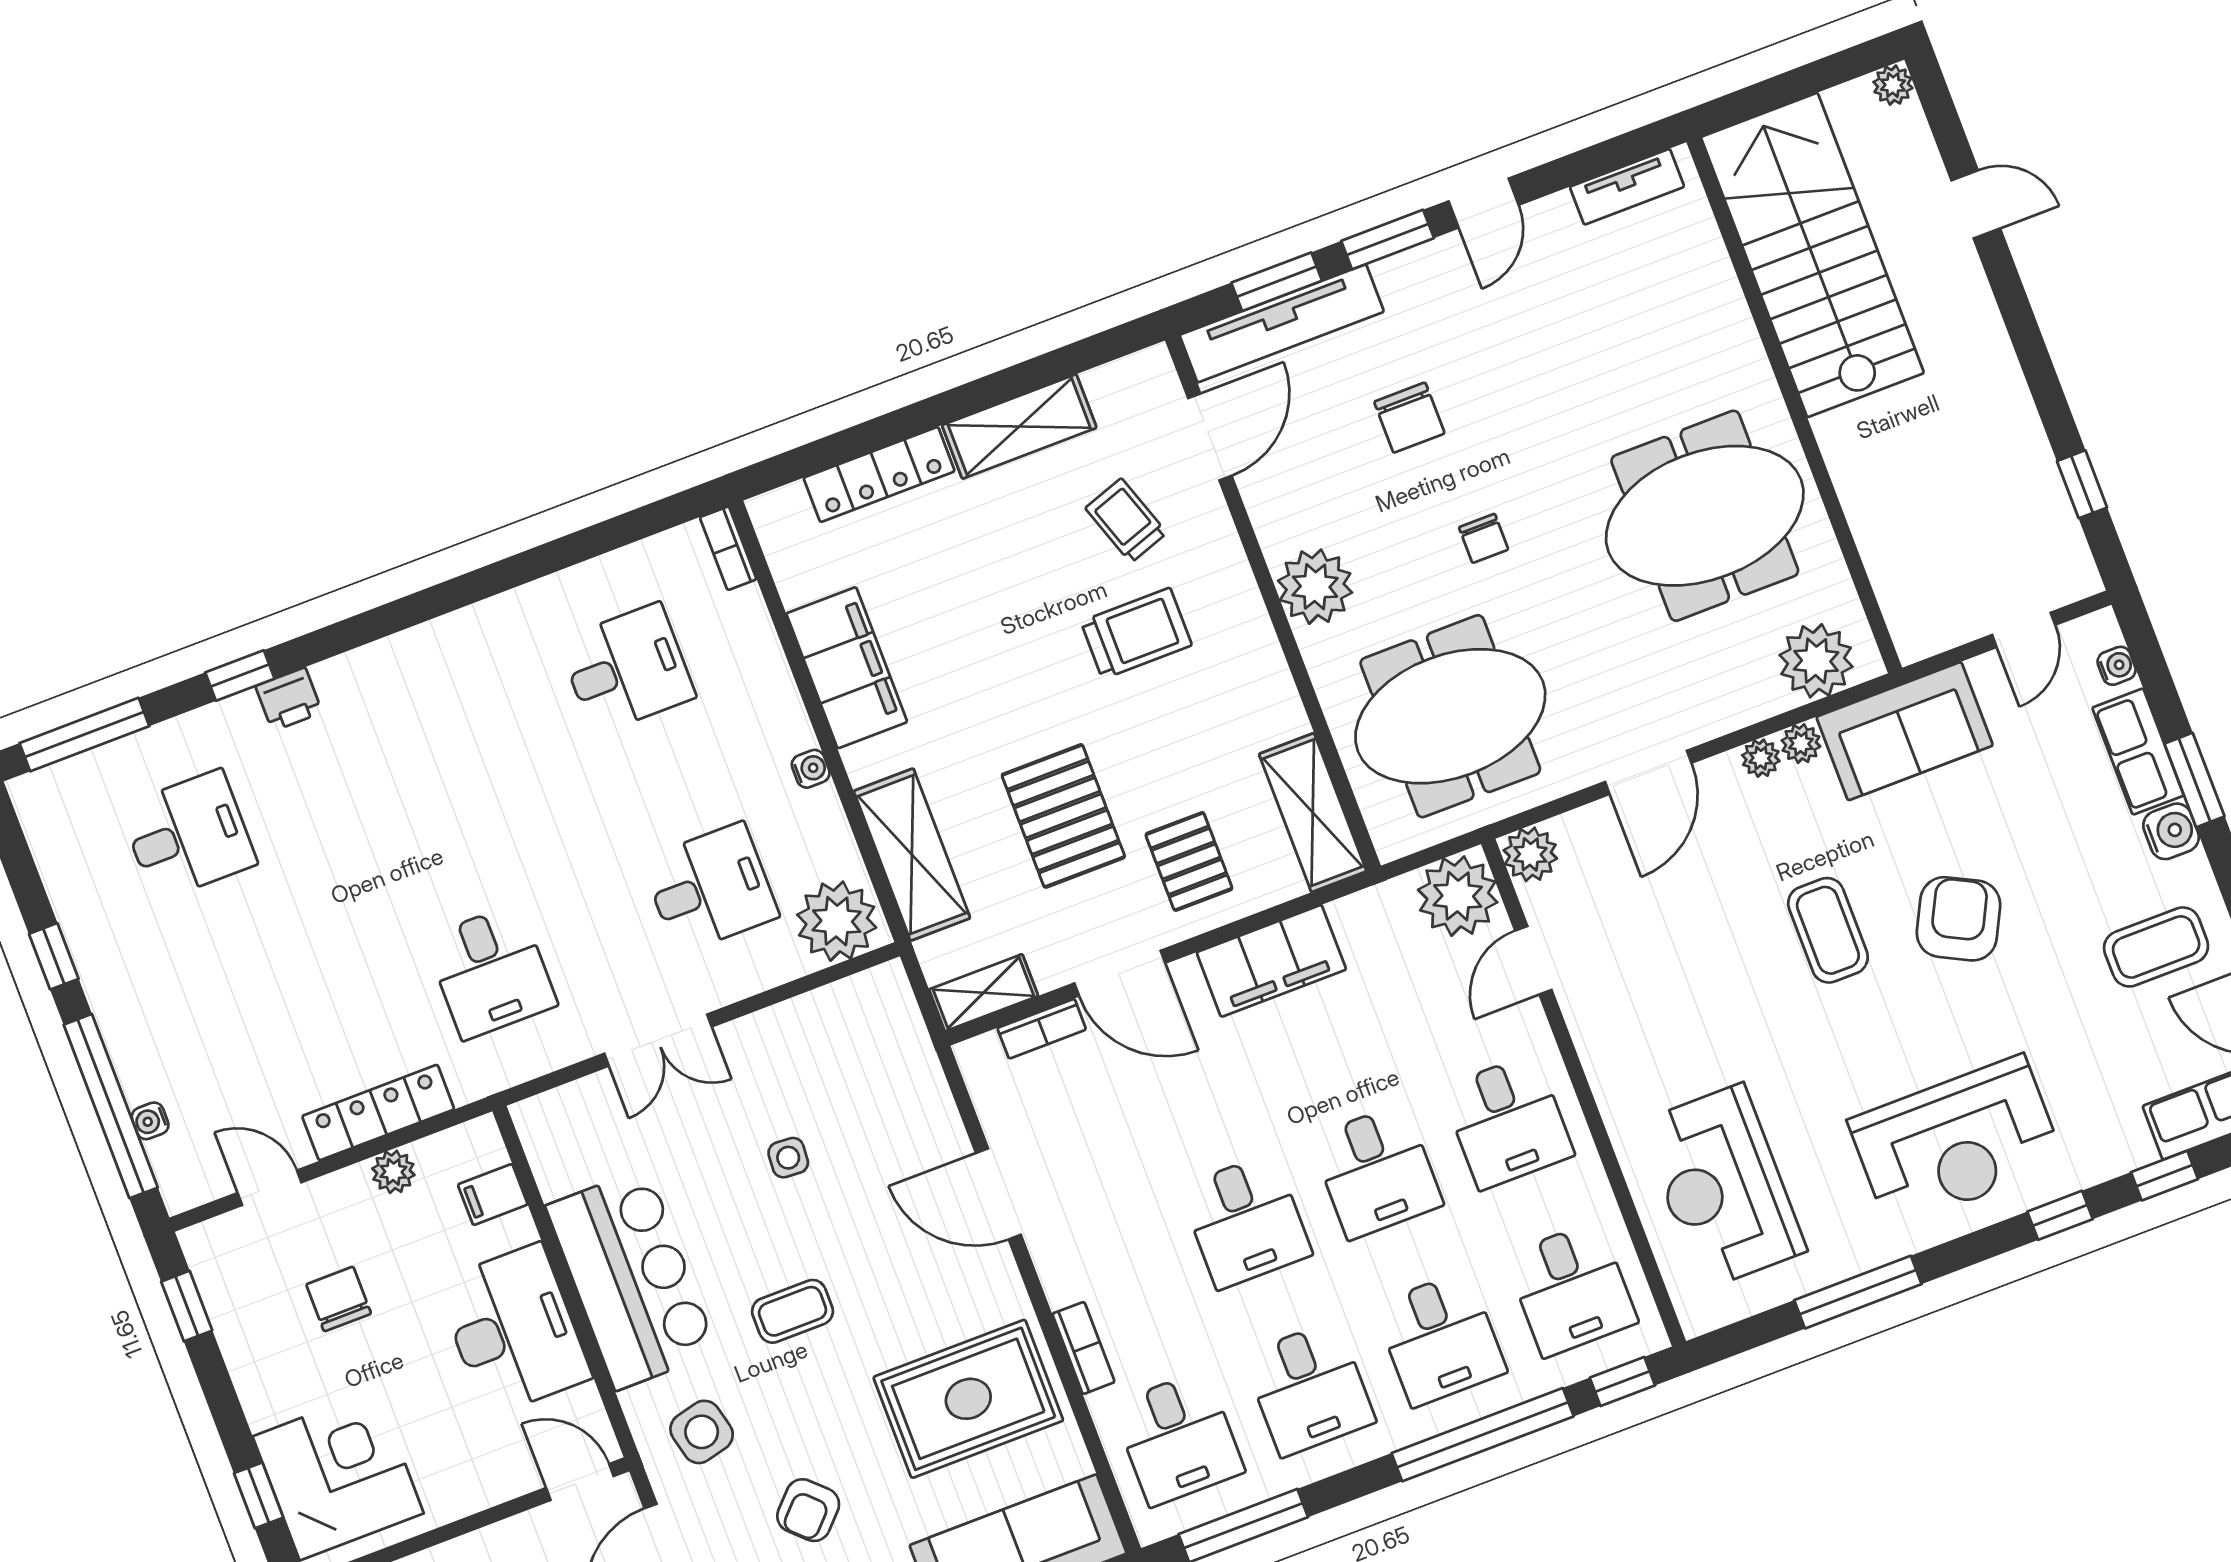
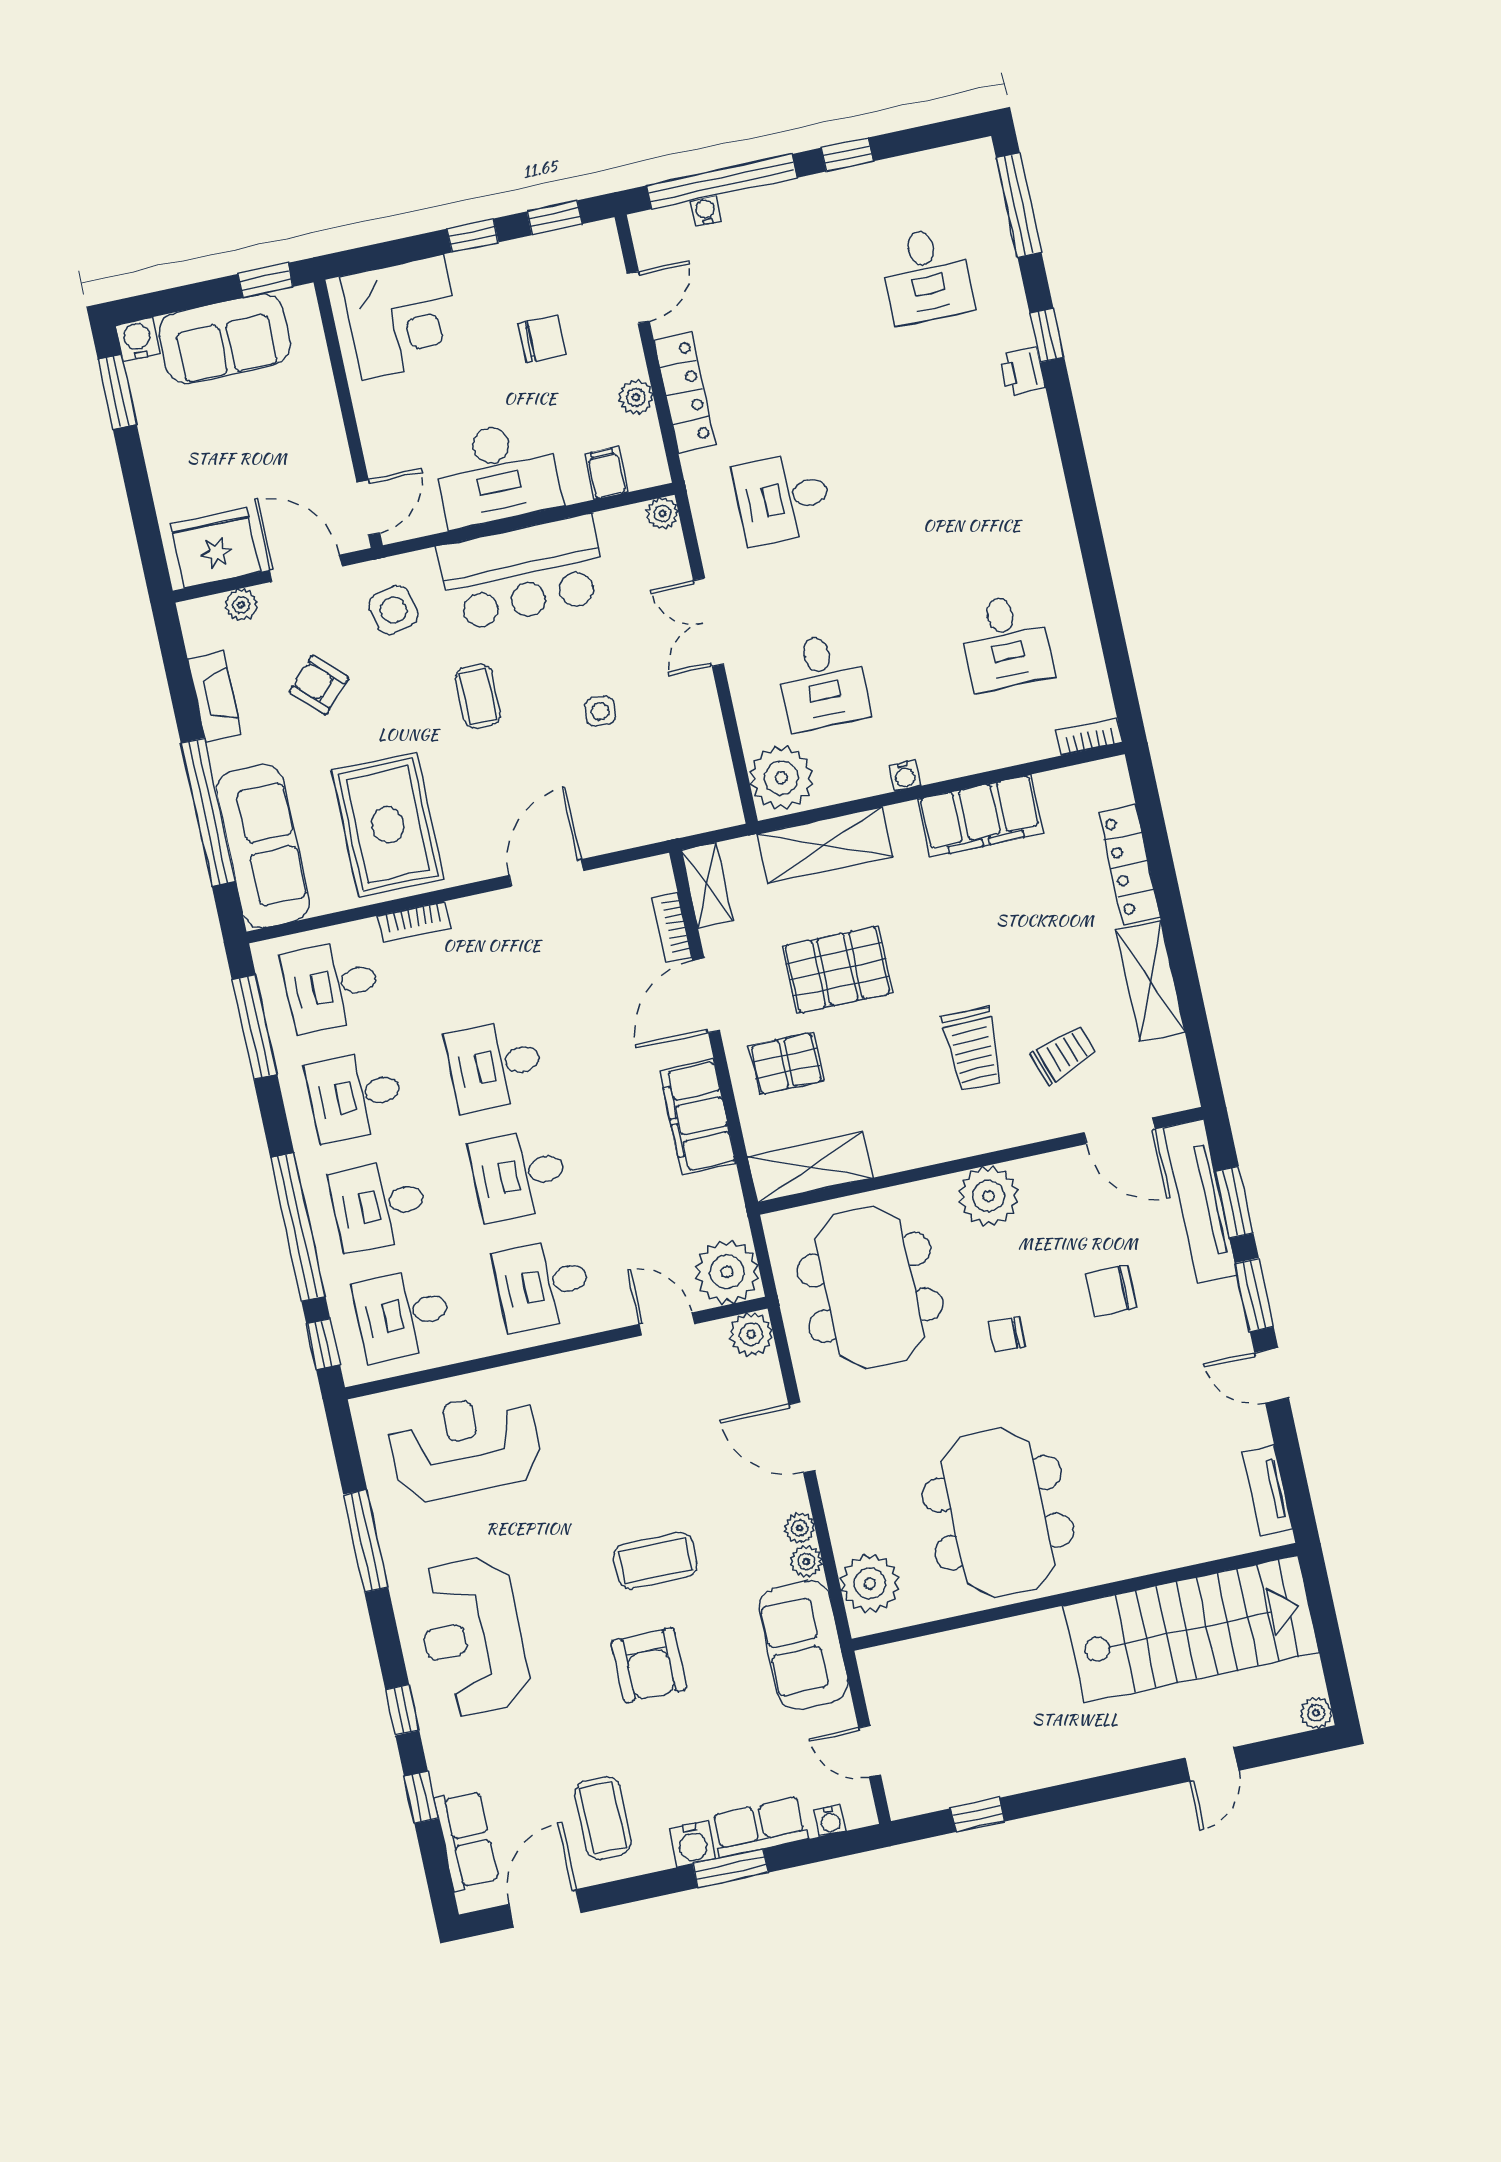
armchair: (1959, 919) -> (649, 1665), turned 63
plant: (532, 1117) -> (663, 514), added
window: (259, 1495) -> (473, 235), moved

